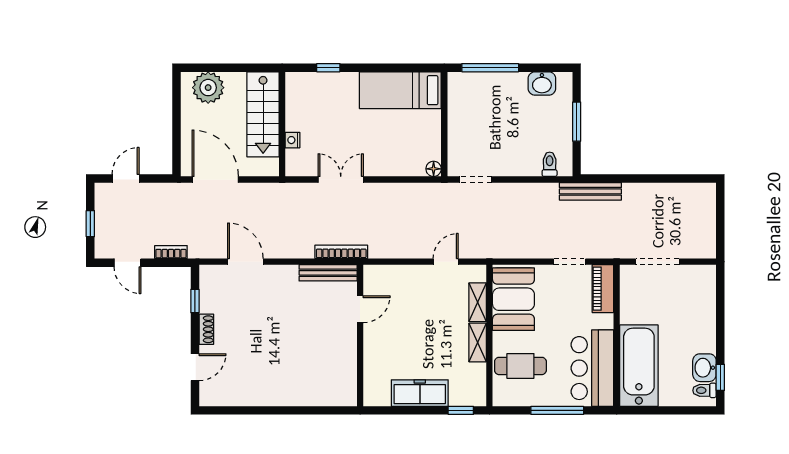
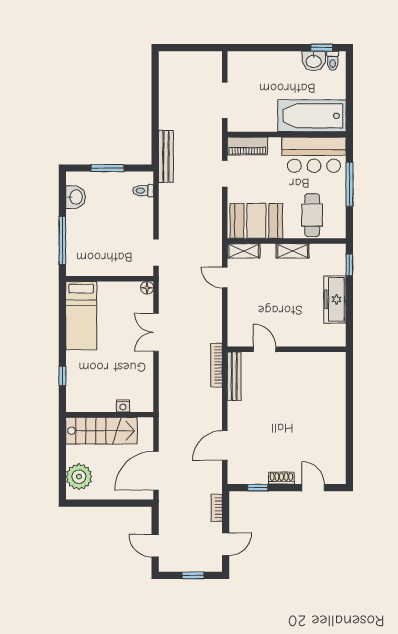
double door: (341, 180) -> (156, 332), moved
shelving: (478, 302) -> (244, 251), moved

